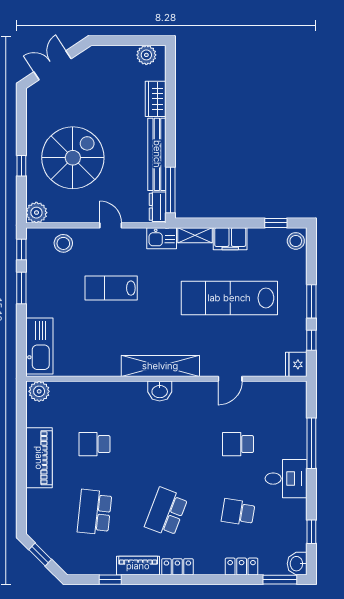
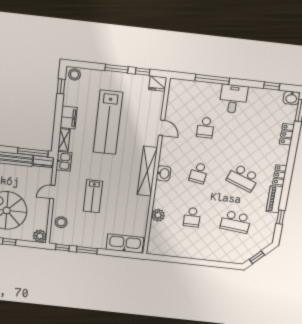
plant: (39, 391) -> (158, 215), moved
piano: (39, 458) -> (196, 251), removed
school desk: (238, 512) -> (199, 173), moved

